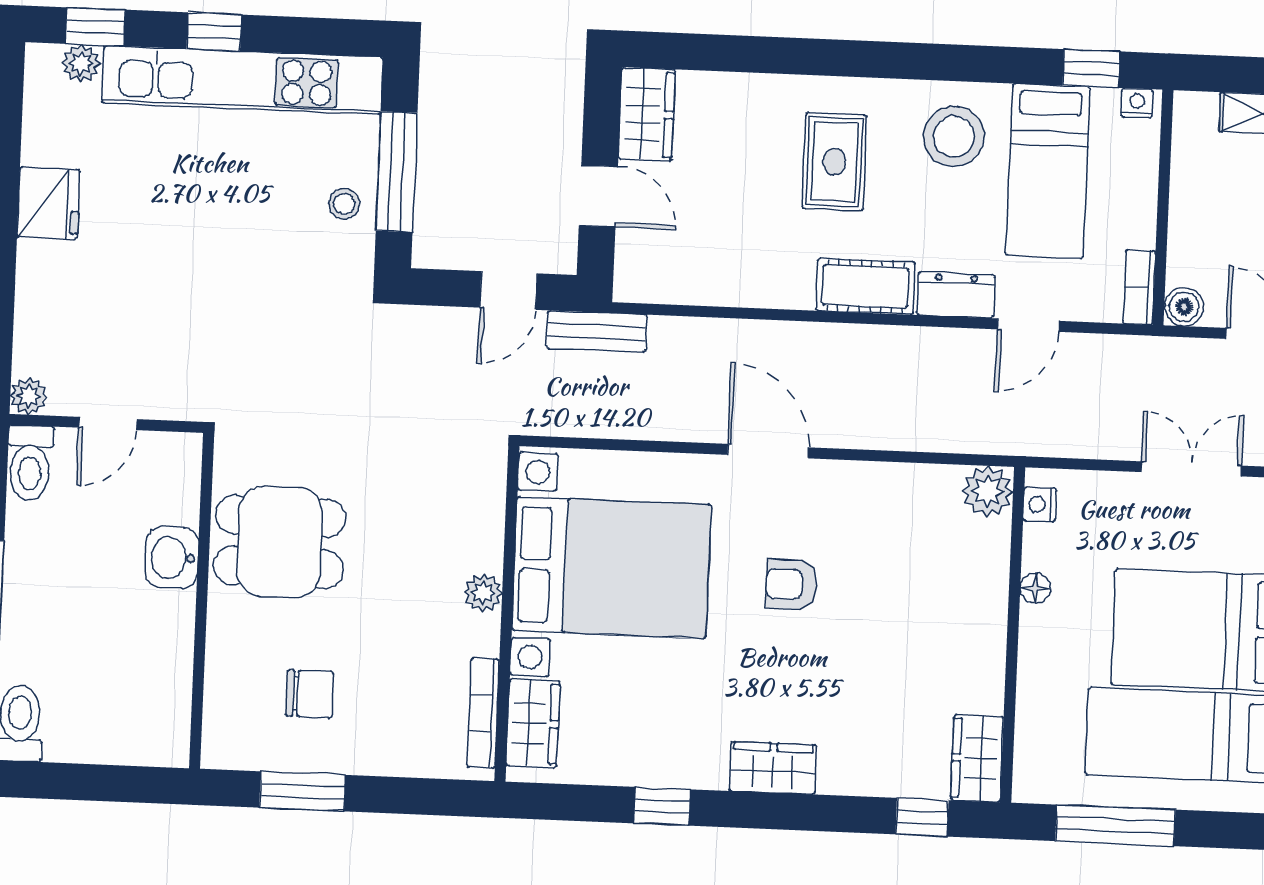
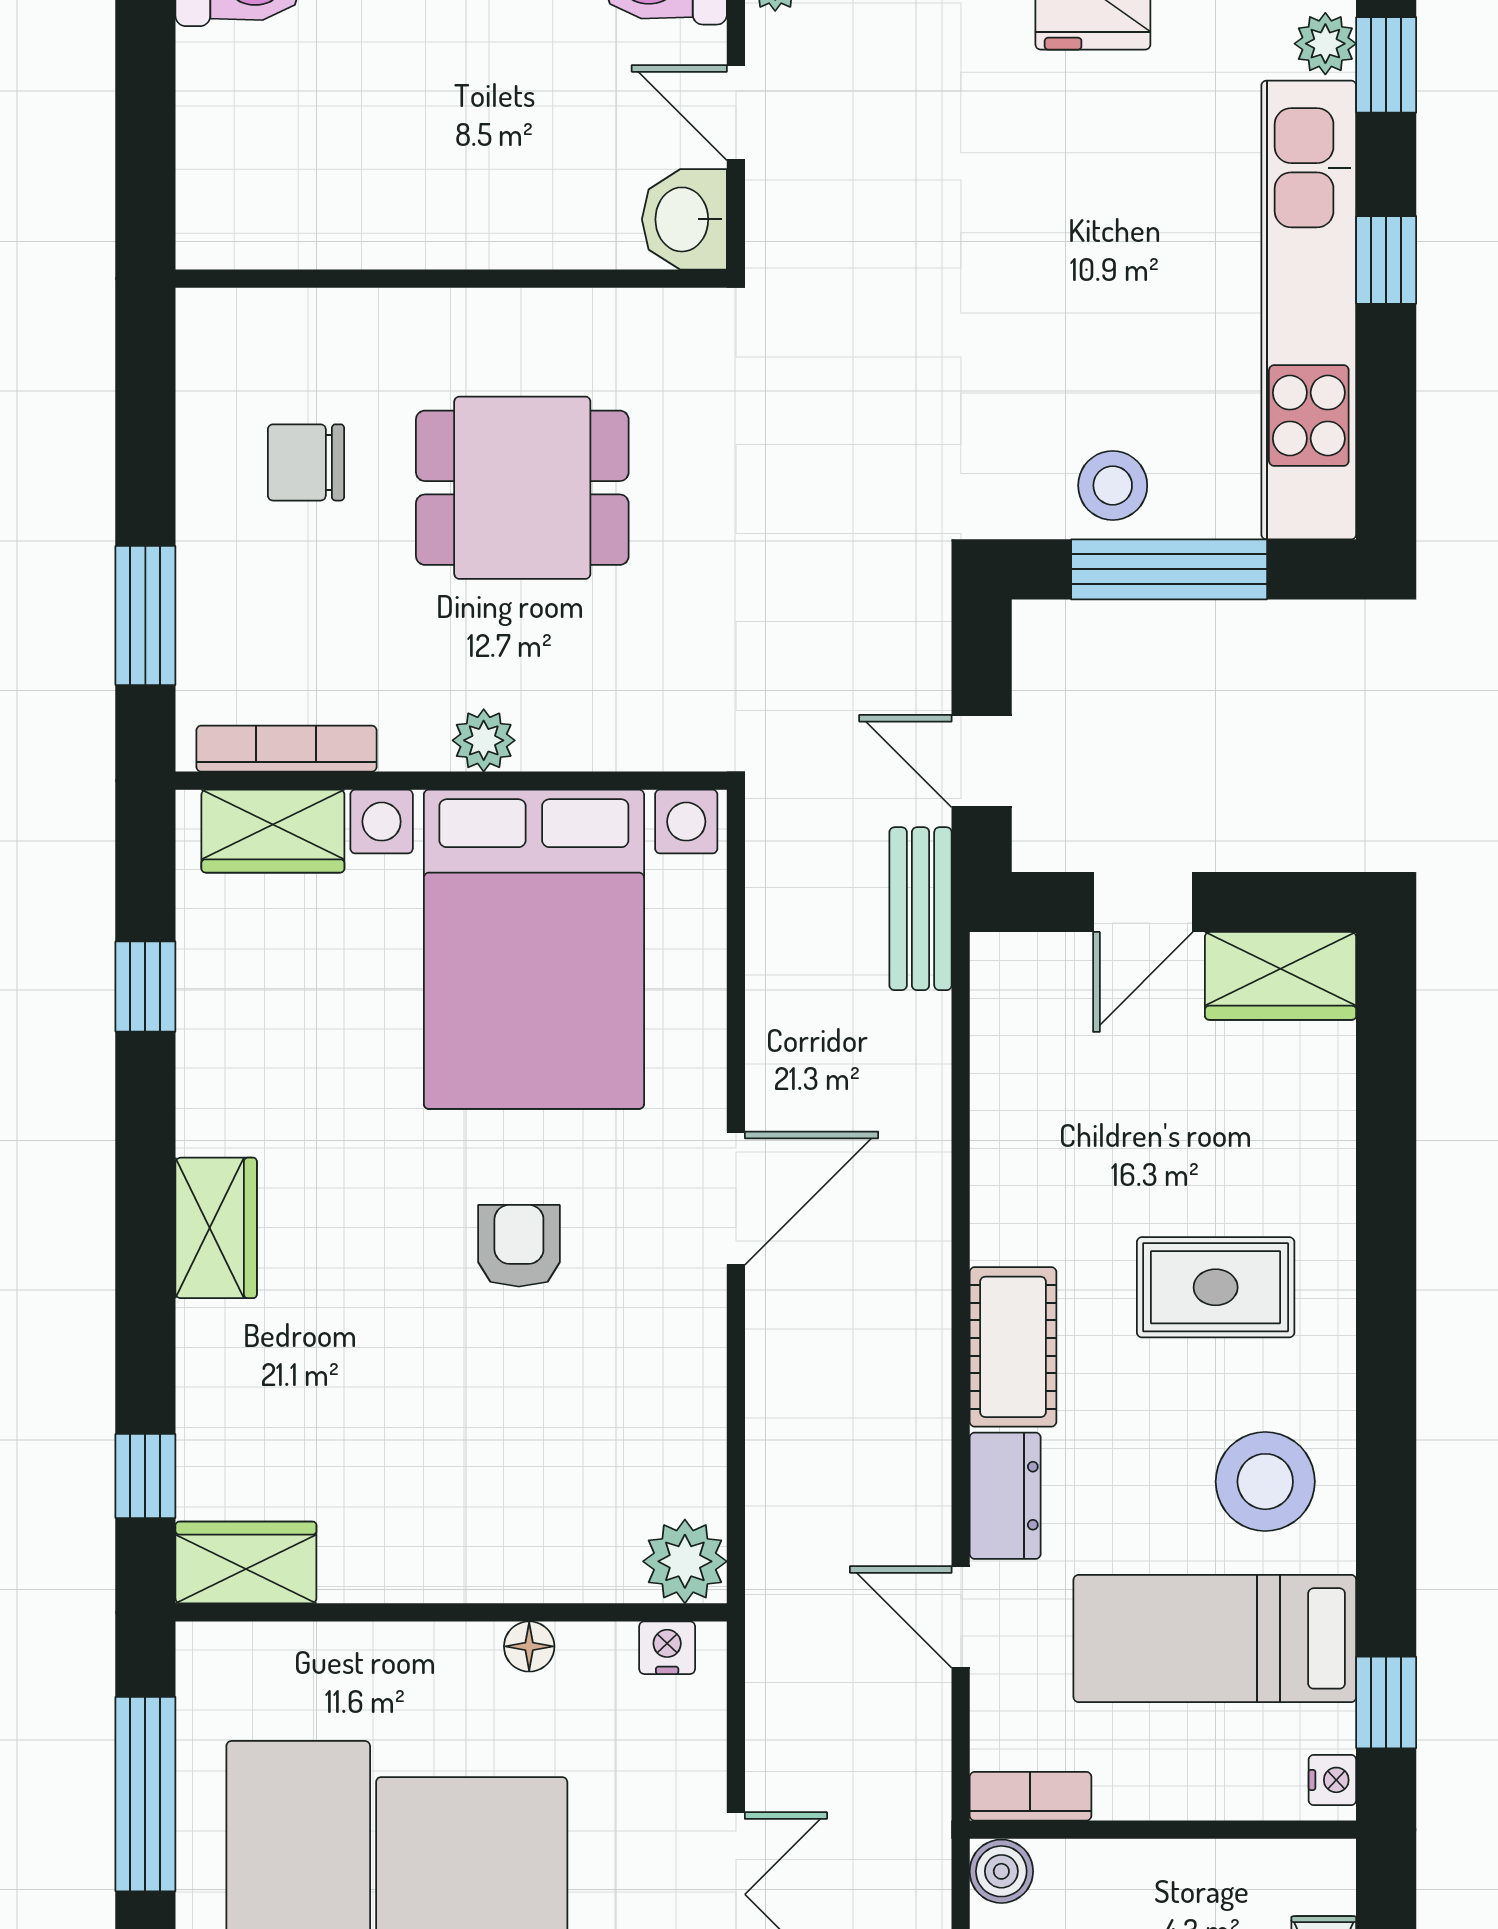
stool: (344, 204) -> (1113, 485), width x1.37, depth x1.37
dining table: (280, 542) -> (522, 488), moved, turned 90
washbasin: (172, 558) -> (684, 219), moved, turned -90
chair: (310, 694) -> (306, 462), turned 90
window: (302, 791) -> (145, 616), moved
window: (662, 806) -> (145, 987), moved

